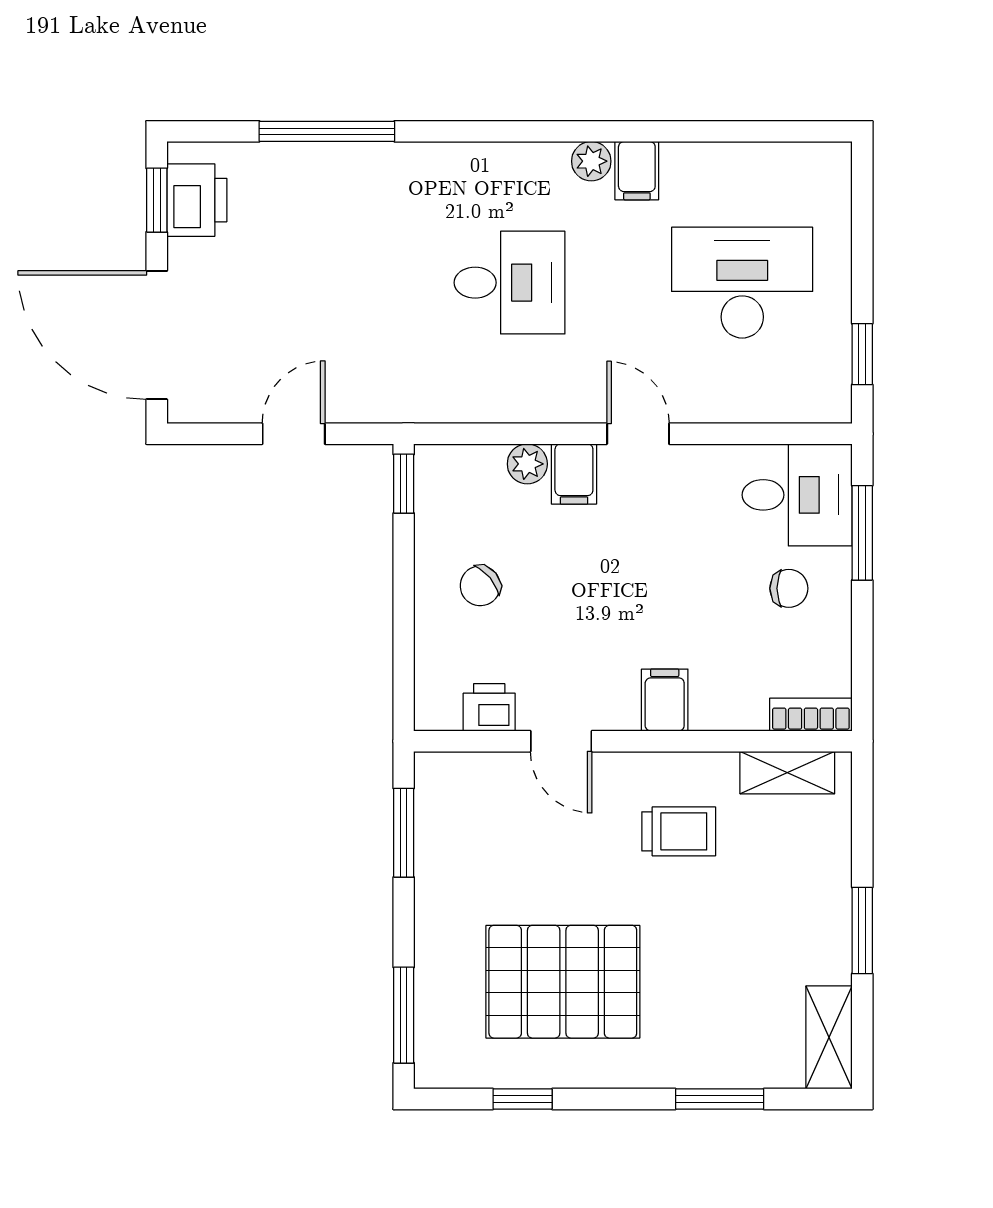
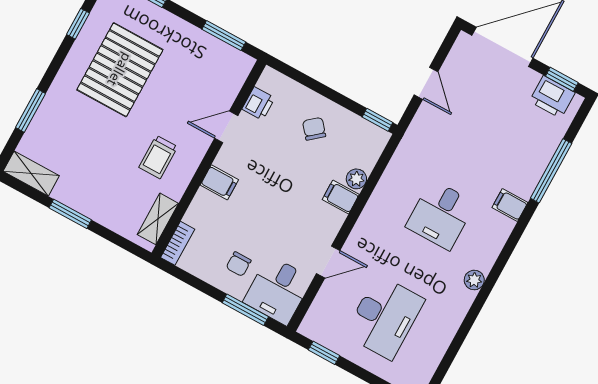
filing cabinet: (637, 171) -> (510, 205), moved
door: (638, 434) -> (328, 262), moved

